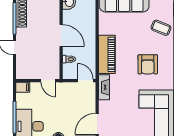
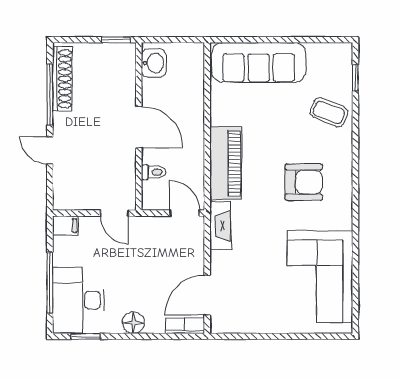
armchair: (148, 64) -> (304, 182), turned -90

